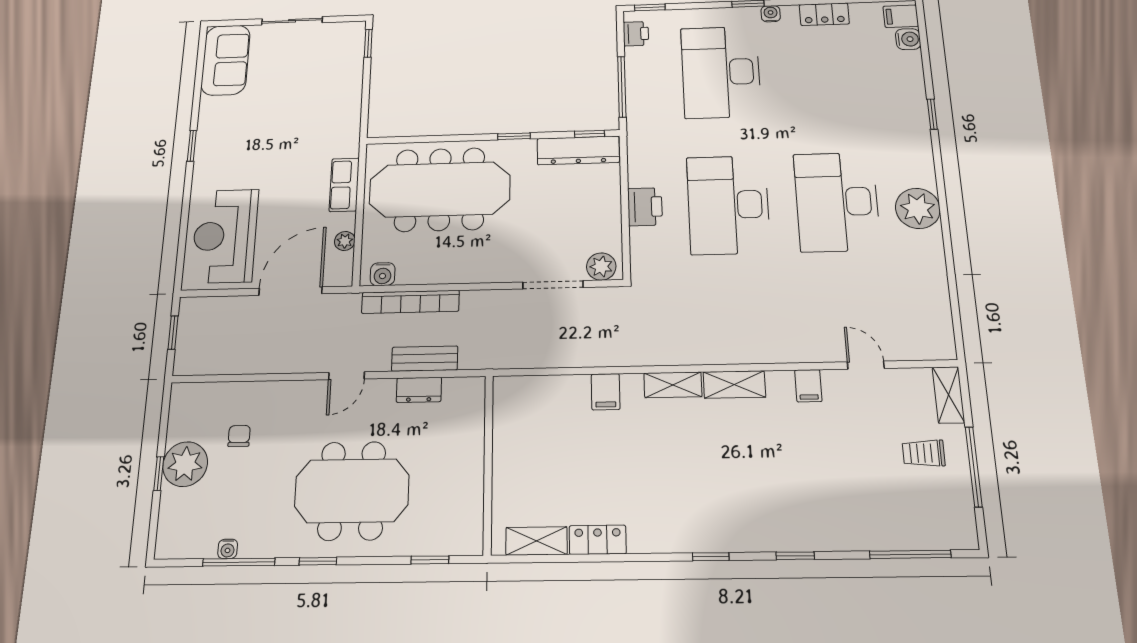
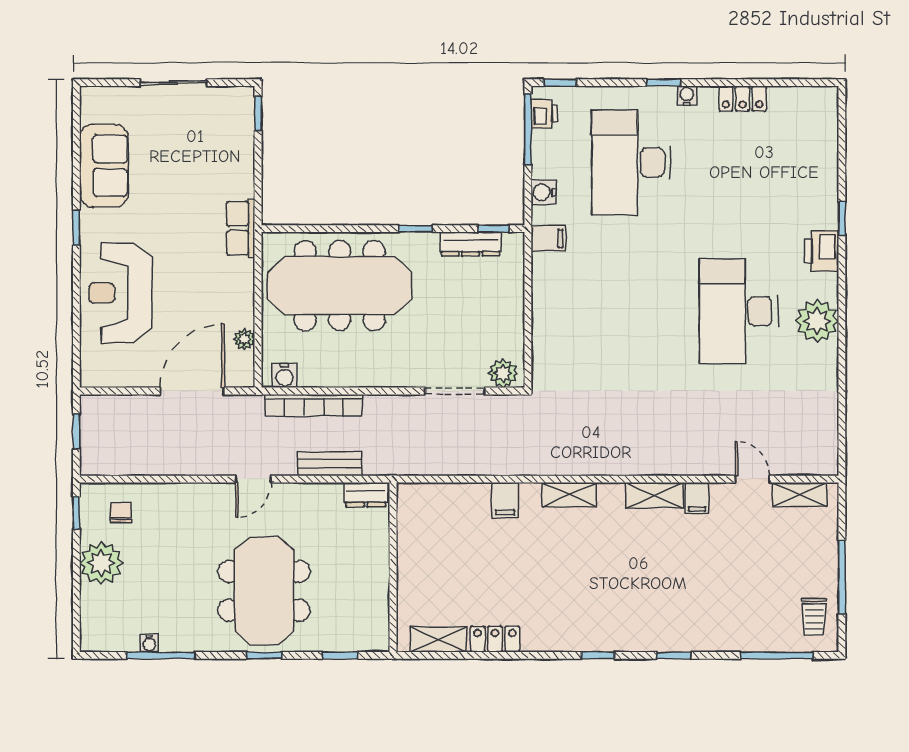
filing cabinet: (901, 16) -> (548, 238), moved, turned 180
water cooler: (908, 39) -> (543, 192), moved, turned 180
sofa: (226, 60) -> (104, 166), moved
window: (622, 87) -> (528, 129), moved
dresser: (578, 150) -> (470, 244), width x0.73, depth x0.80
row of seats: (344, 185) -> (241, 228), moved
desk: (728, 205) -> (631, 311), removed
printer: (645, 207) -> (822, 251), moved, turned 180
reception desk: (225, 236) -> (120, 293), moved
shelving: (734, 384) -> (654, 495), moved
dresser: (419, 390) -> (366, 495), moved
shelving: (949, 395) -> (800, 495), moved, turned 90
chair: (239, 436) -> (121, 512), moved
trolley: (924, 453) -> (814, 617), moved, turned -90
window: (159, 474) -> (76, 513), moved
meeting table: (352, 491) -> (264, 591), turned 90
window: (318, 561) -> (264, 655), moved

